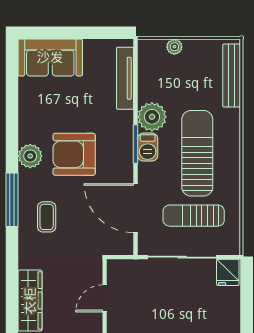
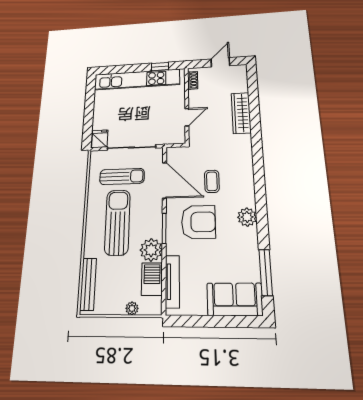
barbecue: (148, 147) -> (152, 279), moved, width x1.38, depth x1.27
sun lounger: (197, 153) -> (117, 222), turned 180
armchair: (74, 154) -> (198, 222), moved
window: (12, 200) -> (266, 272), moved
coffee table: (47, 217) -> (212, 181), moved

